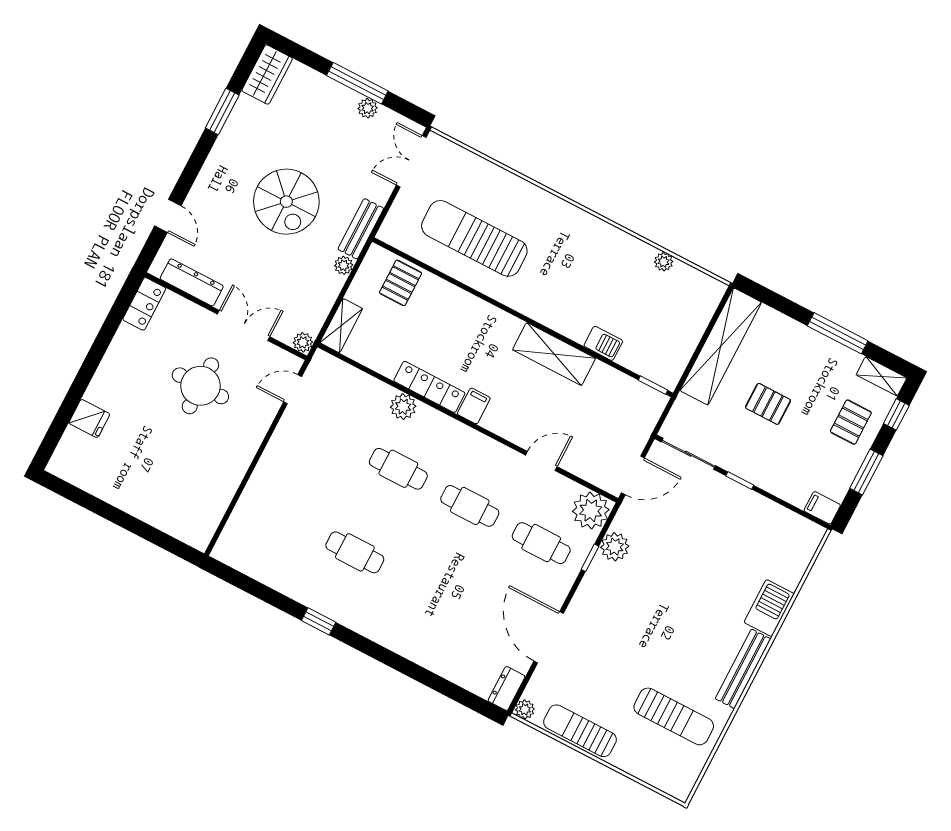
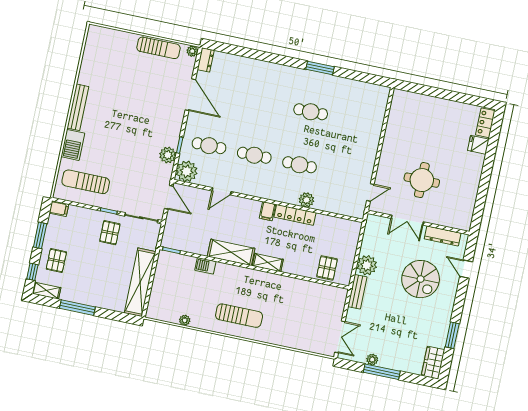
spiral stairs: (286, 202) -> (421, 279), moved, turned 180
sun lounger: (474, 238) -> (239, 316), moved, width x0.73, depth x0.75
plant: (344, 265) -> (367, 265), width x1.88, depth x1.88
locker: (144, 304) -> (485, 123), moved
shelving: (341, 326) -> (268, 263), moved, turned 90
plant: (303, 342) -> (372, 220), removed
pallet: (768, 404) -> (110, 233), moved, turned 90
door: (633, 475) -> (169, 197), swing flipped
window: (319, 621) -> (320, 68), width x1.50
sun lounger: (674, 716) -> (86, 182), moved

